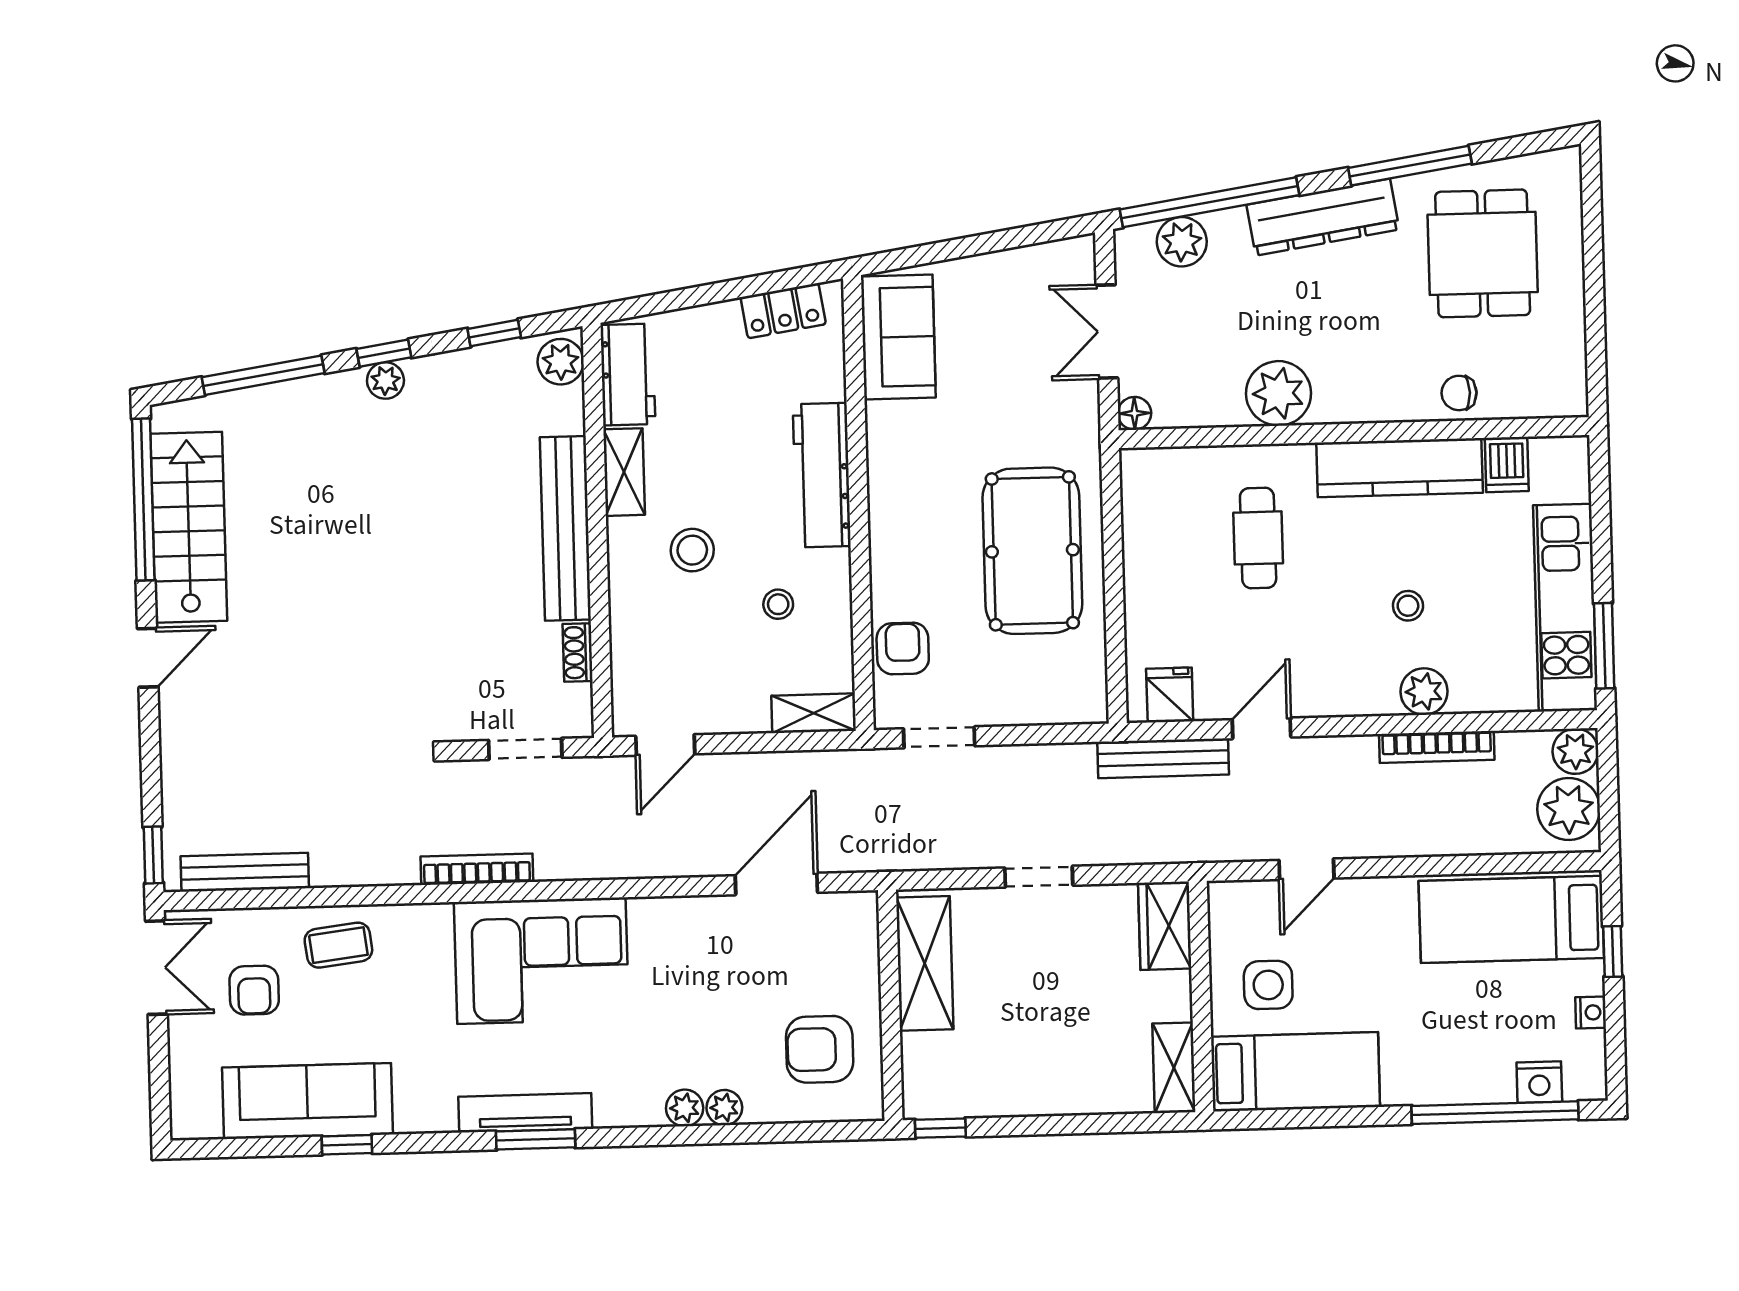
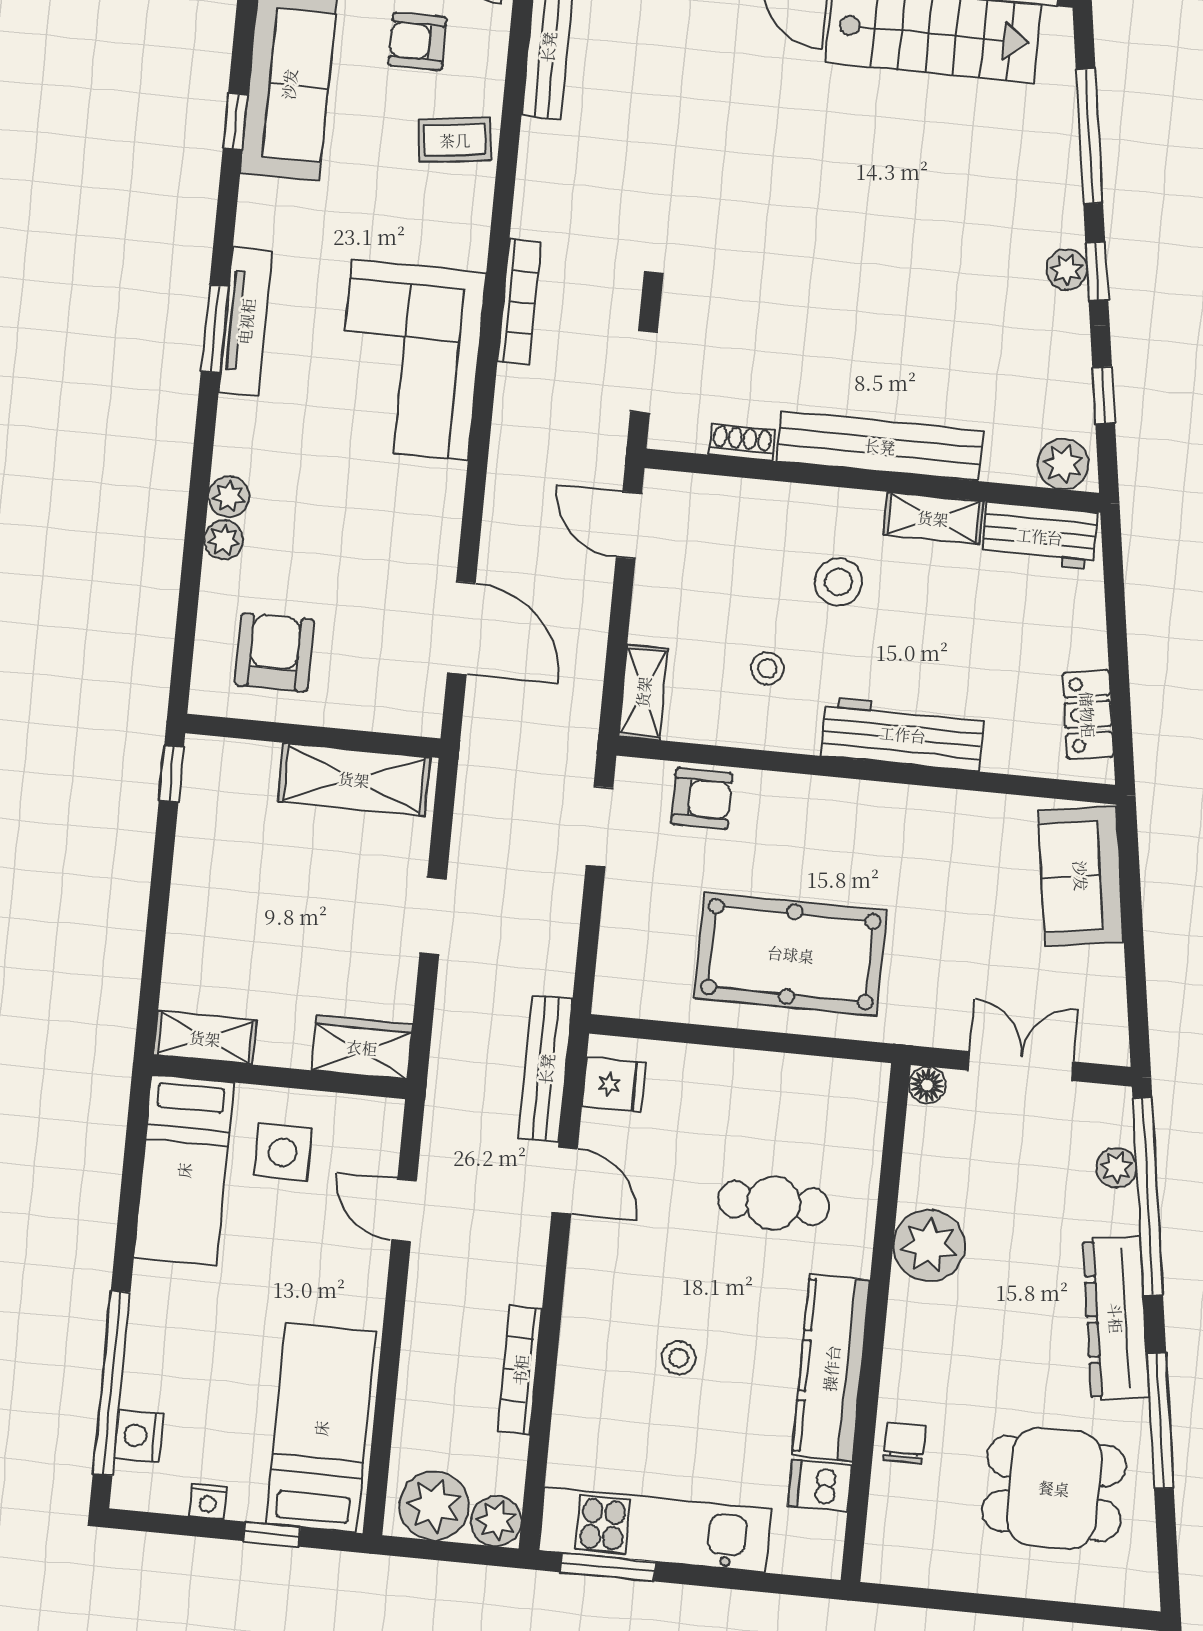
plant: (1182, 242) -> (1116, 1168), width x0.73, depth x0.73
sofa: (898, 337) -> (1081, 876), moved, turned 81
plant: (1424, 692) -> (582, 1364), removed
coffee table: (338, 945) -> (455, 140), turned 90

